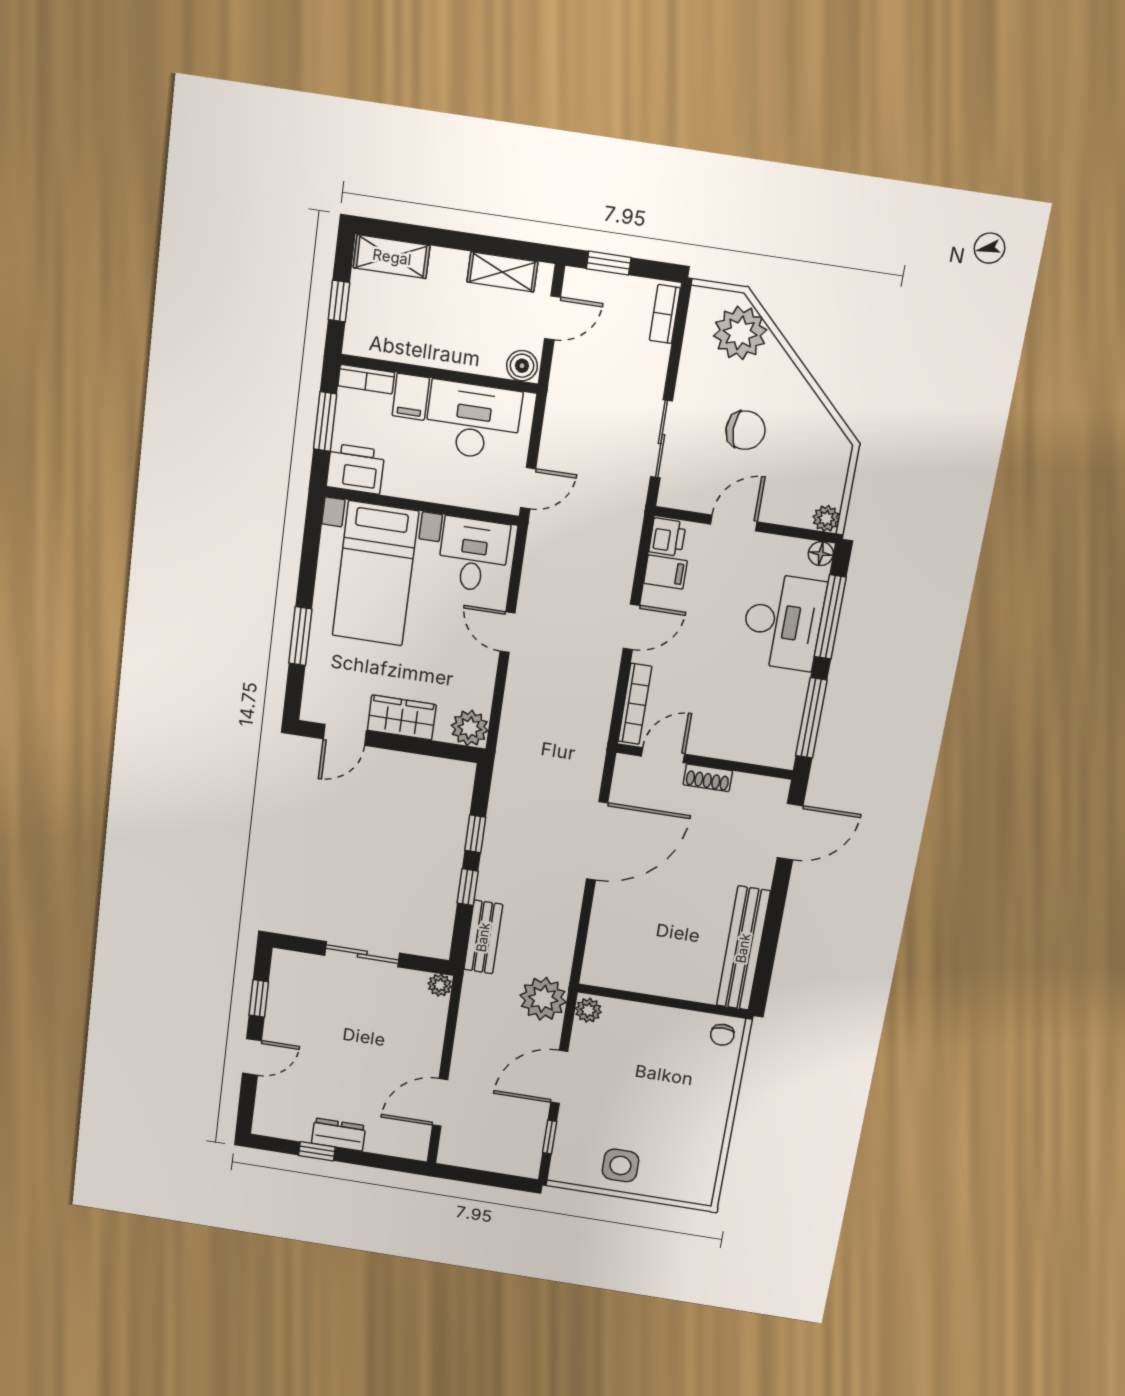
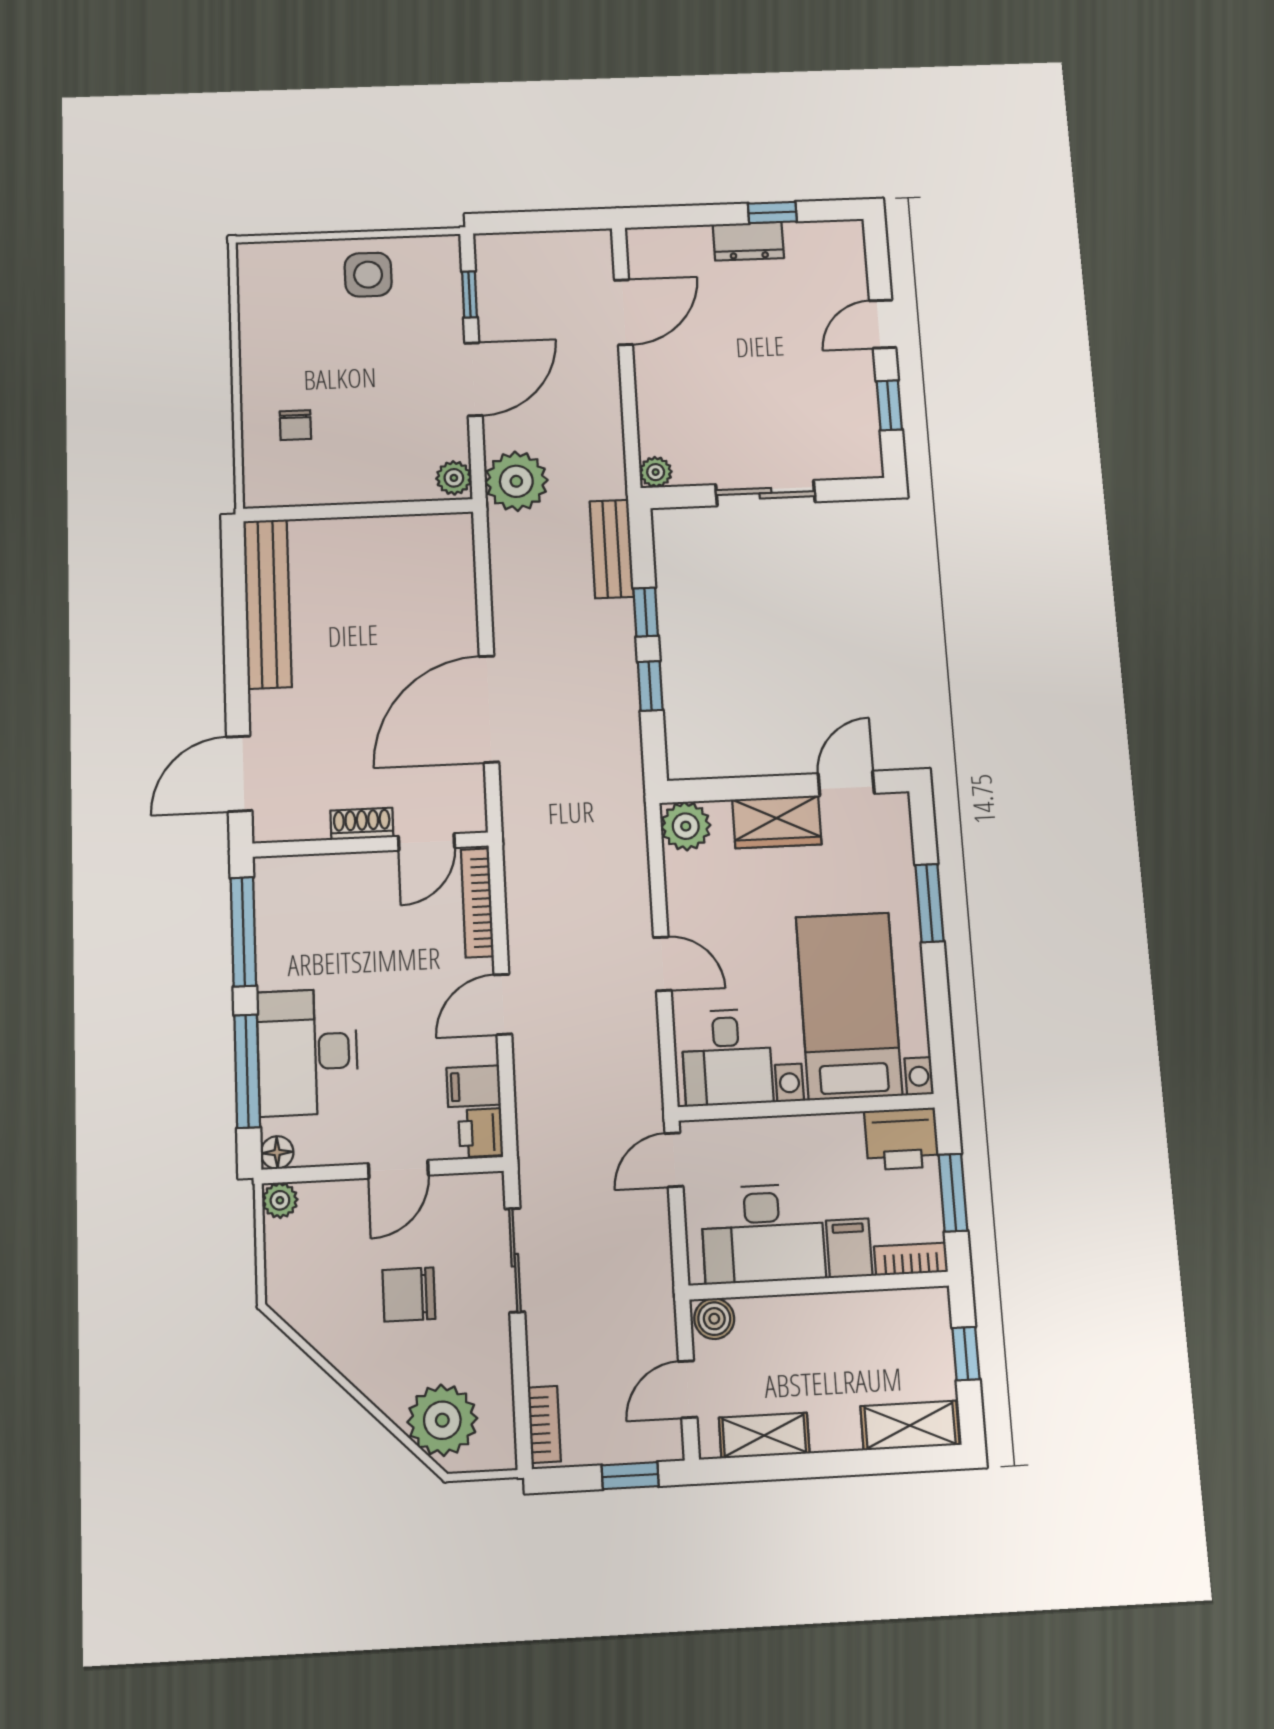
chair: (722, 1035) -> (295, 425), moved, turned 180

